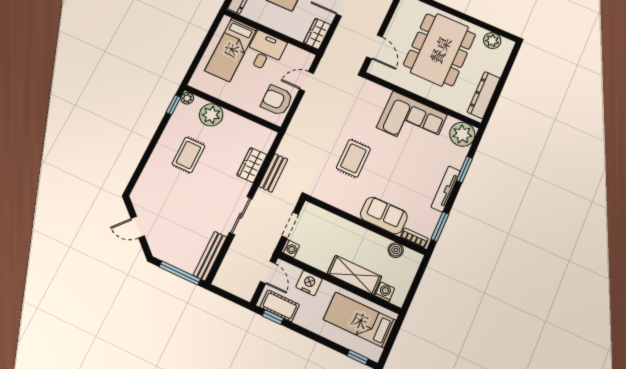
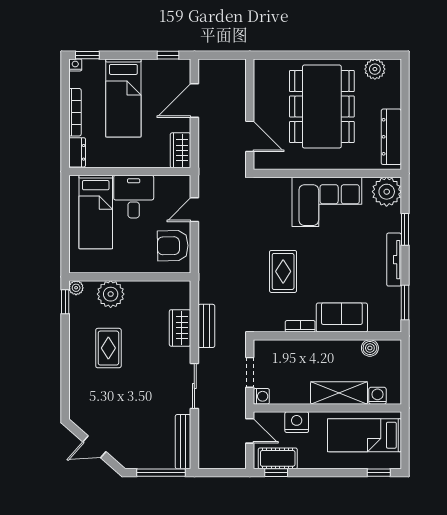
bookcase: (414, 238) -> (300, 326), moved

